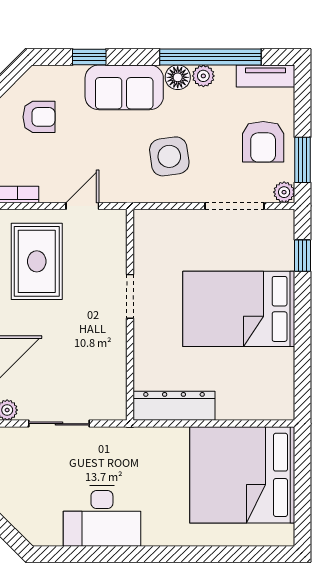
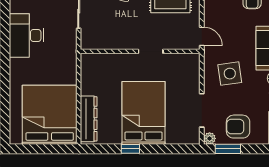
door: (82, 206) -> (202, 36), moved
window: (303, 256) -> (130, 149), moved
dresser: (174, 406) -> (89, 119), moved

